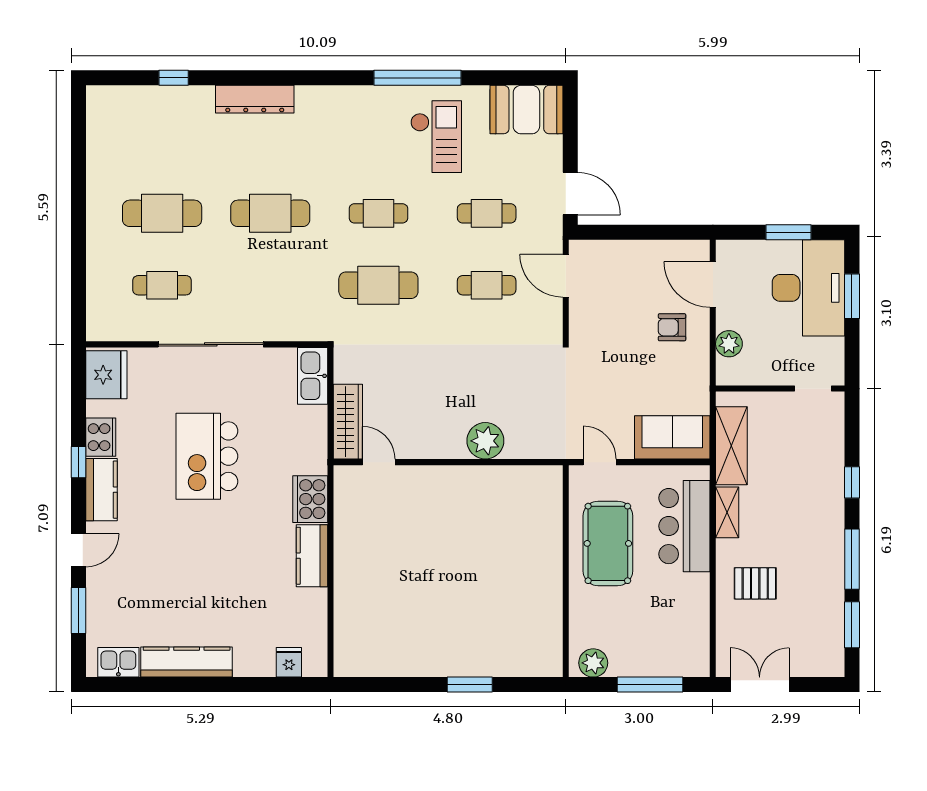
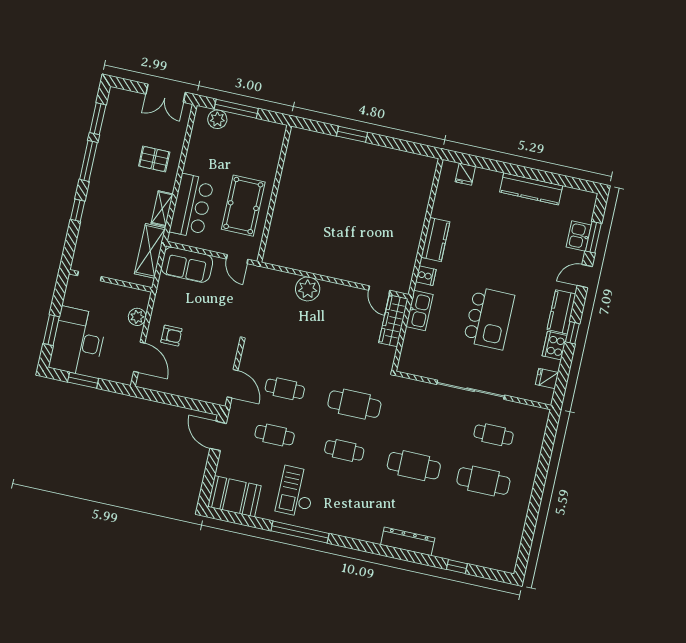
fridge: (106, 375) -> (547, 378), width x0.53, depth x0.75
kitchen sink: (313, 376) -> (419, 311), moved
cooker: (310, 499) -> (426, 276), width x0.53, depth x0.76
kitchen sink: (118, 662) -> (579, 236), moved, turned 90
plant: (593, 663) -> (217, 119), moved

